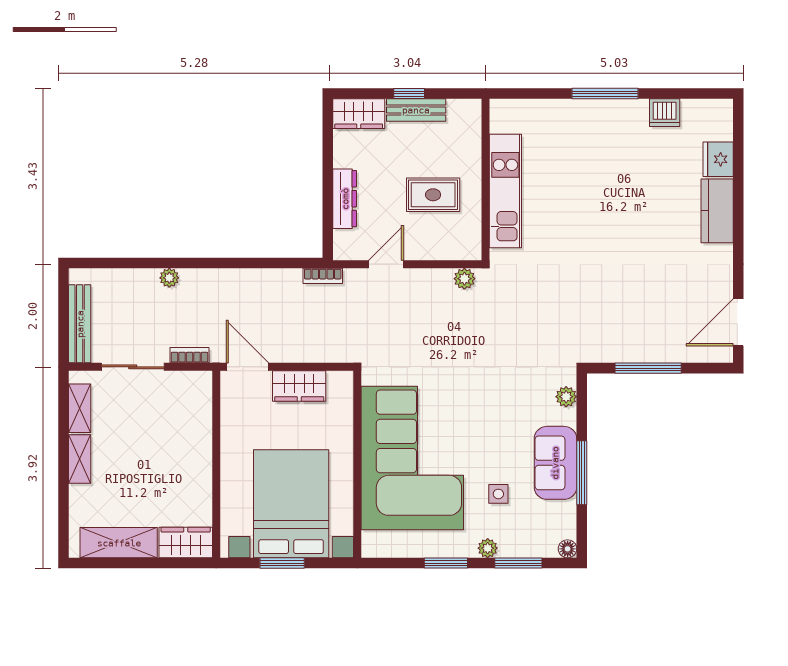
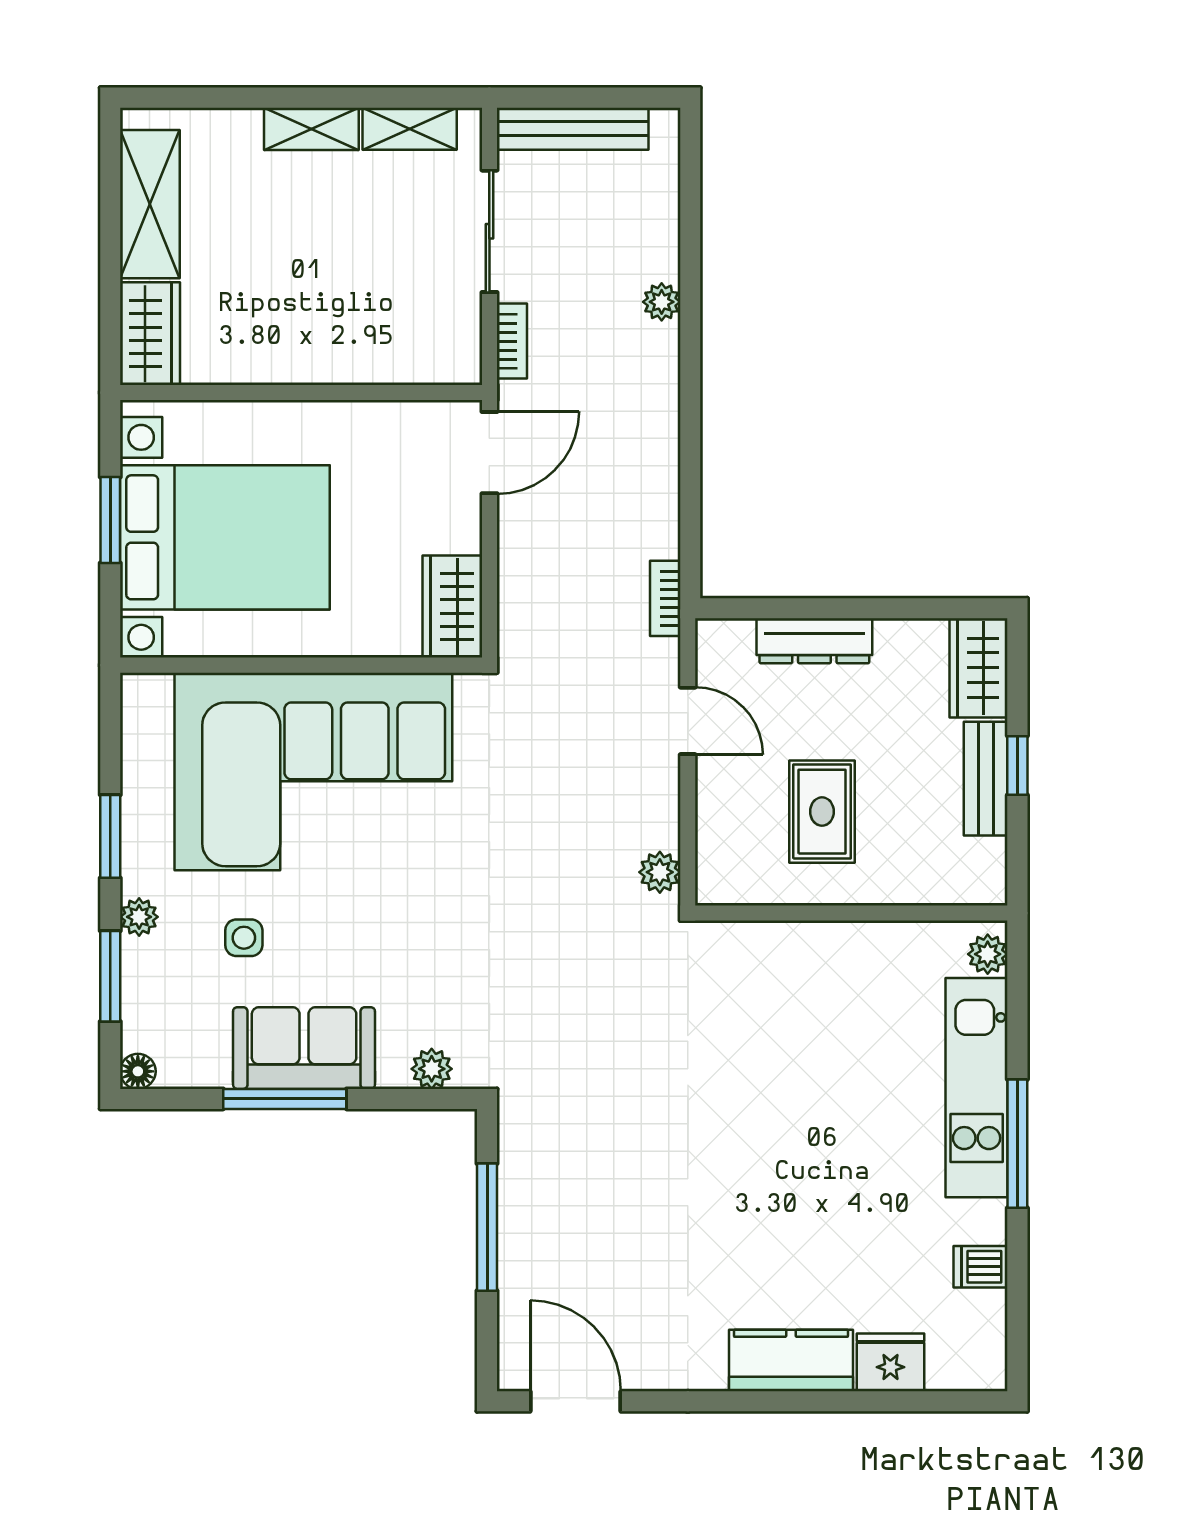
plant: (507, 109) -> (988, 954), added
dishwasher: (665, 113) -> (981, 1267), width x0.73
kitchen unit: (505, 191) -> (977, 1088), moved, turned 90
wardrobe: (299, 386) -> (452, 607), moved

